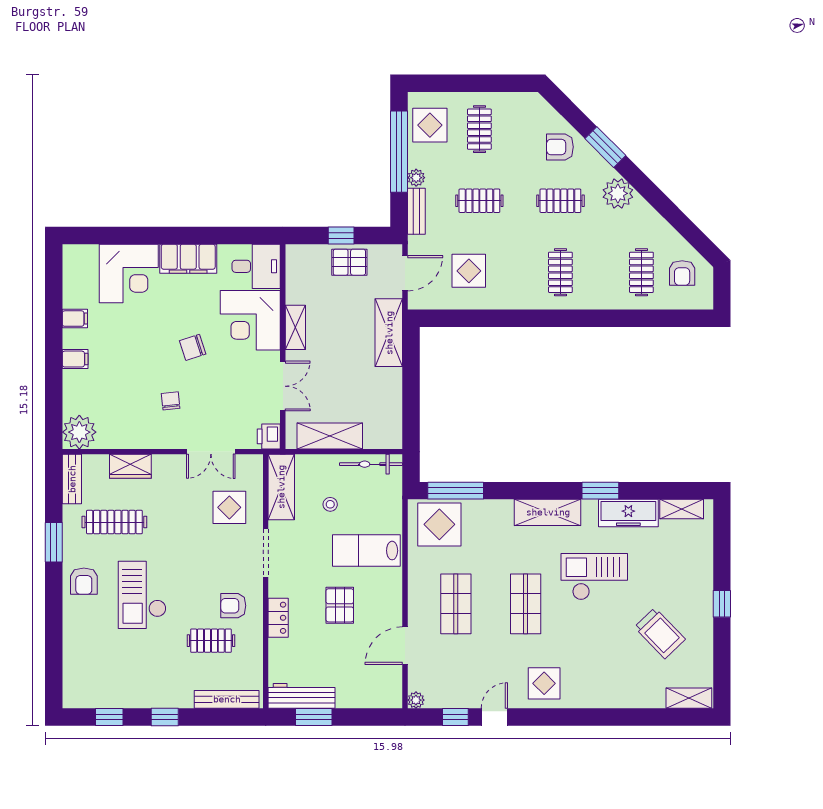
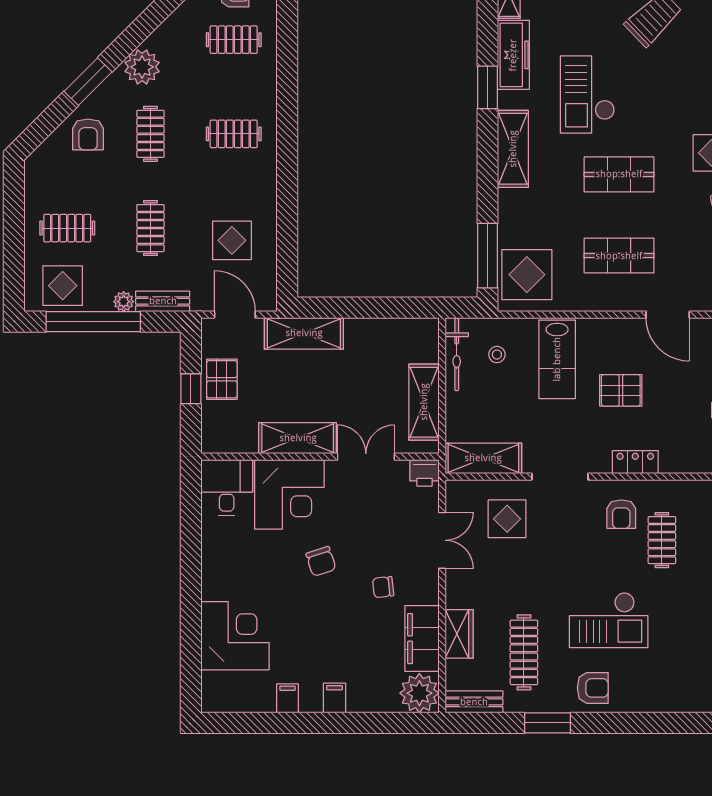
filing cabinet: (188, 259) -> (422, 639), moved, turned 180
shelving: (295, 327) -> (298, 438), width x1.50, depth x1.33
stool: (330, 504) -> (497, 355), moved

